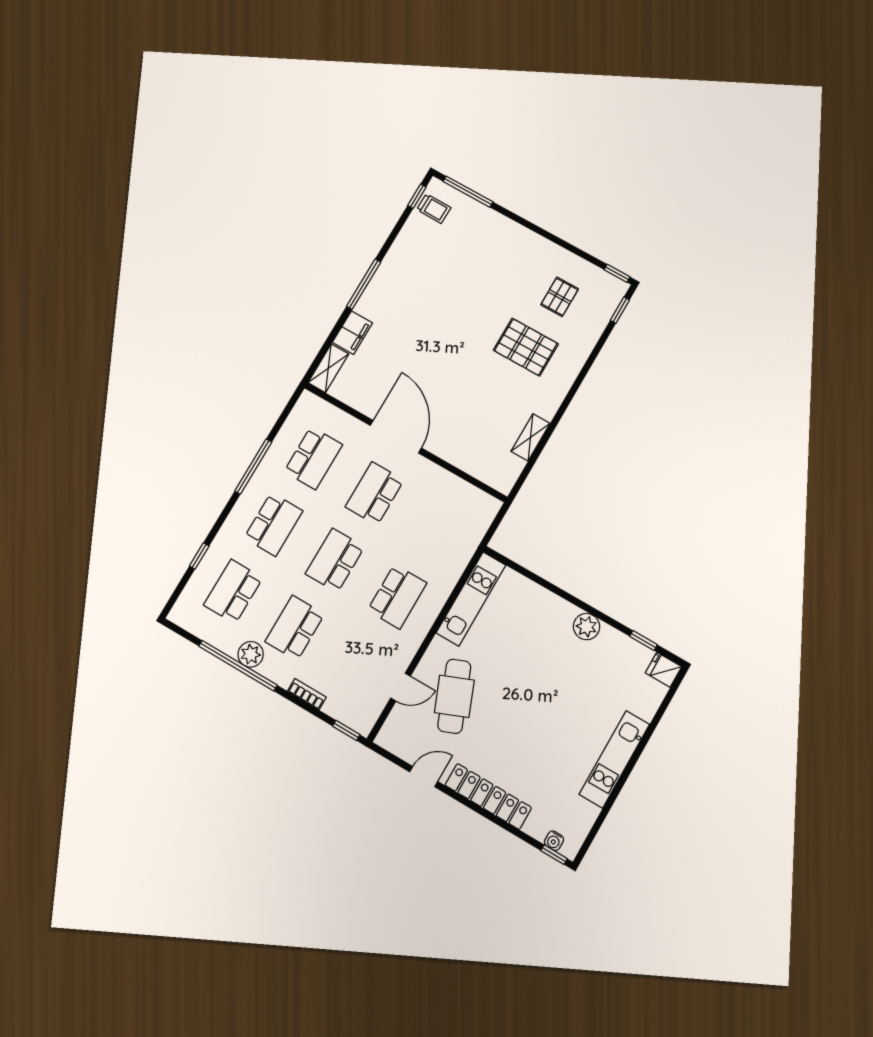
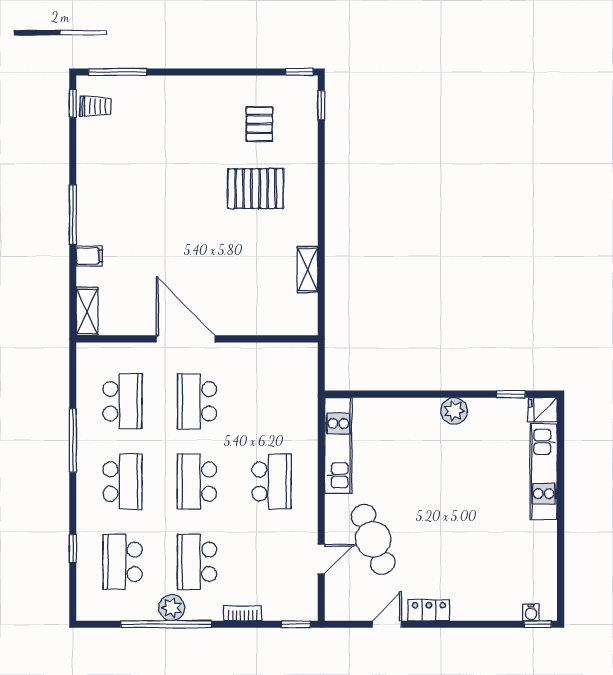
filing cabinet: (352, 333) -> (89, 256), width x0.50
kitchen unit: (614, 759) -> (544, 472), moved
locker: (488, 796) -> (429, 610), width x0.46, depth x0.83

